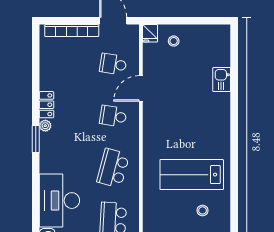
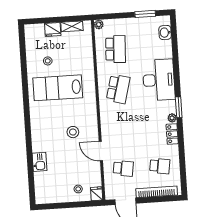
door: (141, 88) -> (101, 151), swing flipped
school desk: (113, 116) -> (160, 166), moved
stool: (176, 116) -> (73, 132), added
lab bench: (192, 175) -> (58, 88), turned 180
desk: (59, 201) -> (159, 80), moved

